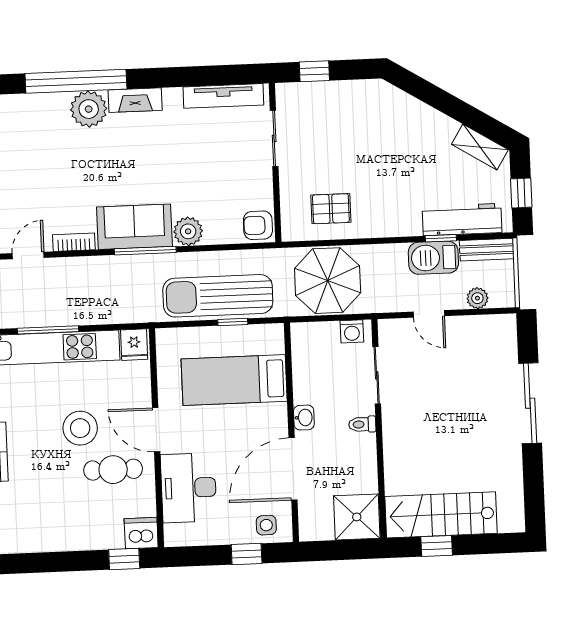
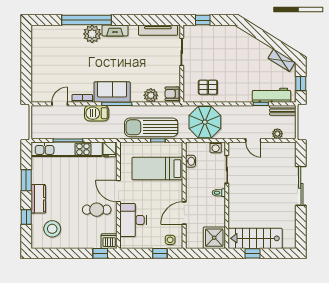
plant: (188, 231) -> (151, 95), moved
barbecue: (433, 258) -> (97, 113), moved
washbasin: (304, 418) -> (191, 161), moved
stool: (80, 428) -> (52, 229), moved
door: (293, 469) -> (184, 213), width x0.73

